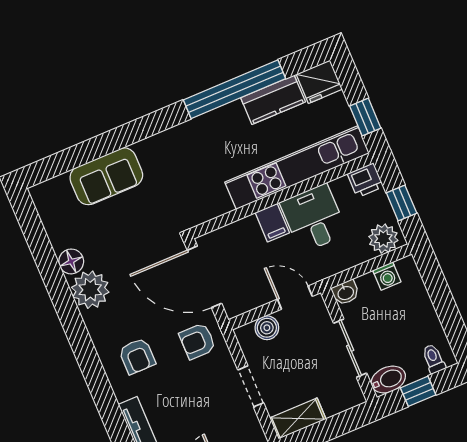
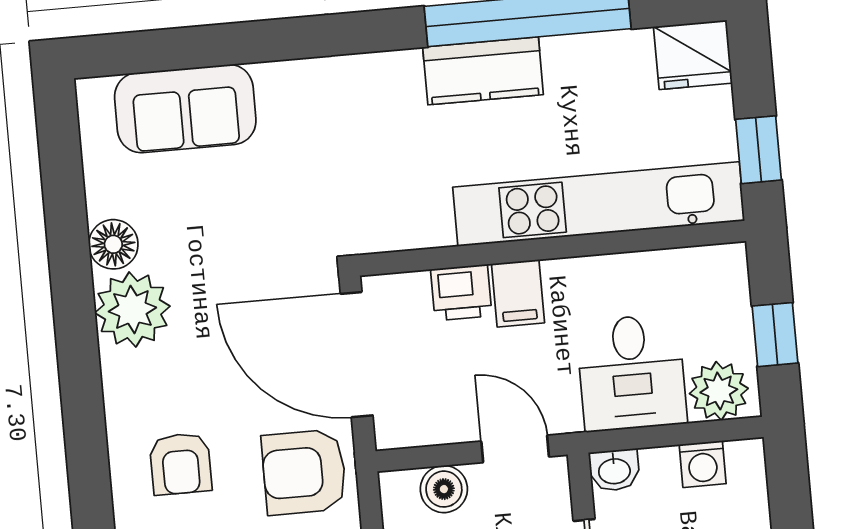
kitchen counter: (273, 100) -> (483, 71), moved
sofa: (106, 176) -> (185, 109), moved
printer: (365, 180) -> (461, 293), moved
desk: (314, 218) -> (632, 373), moved, turned 180
armchair: (197, 341) -> (304, 472), width x1.38, depth x1.38

